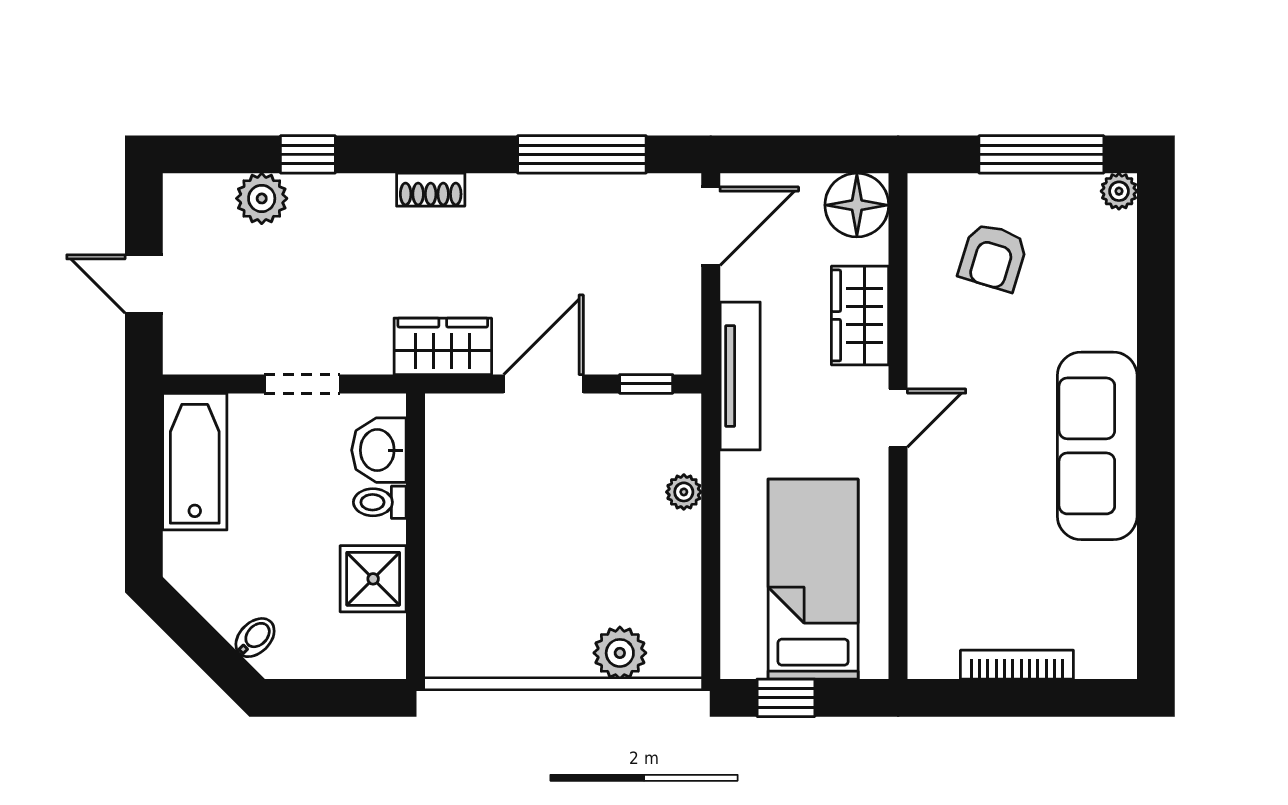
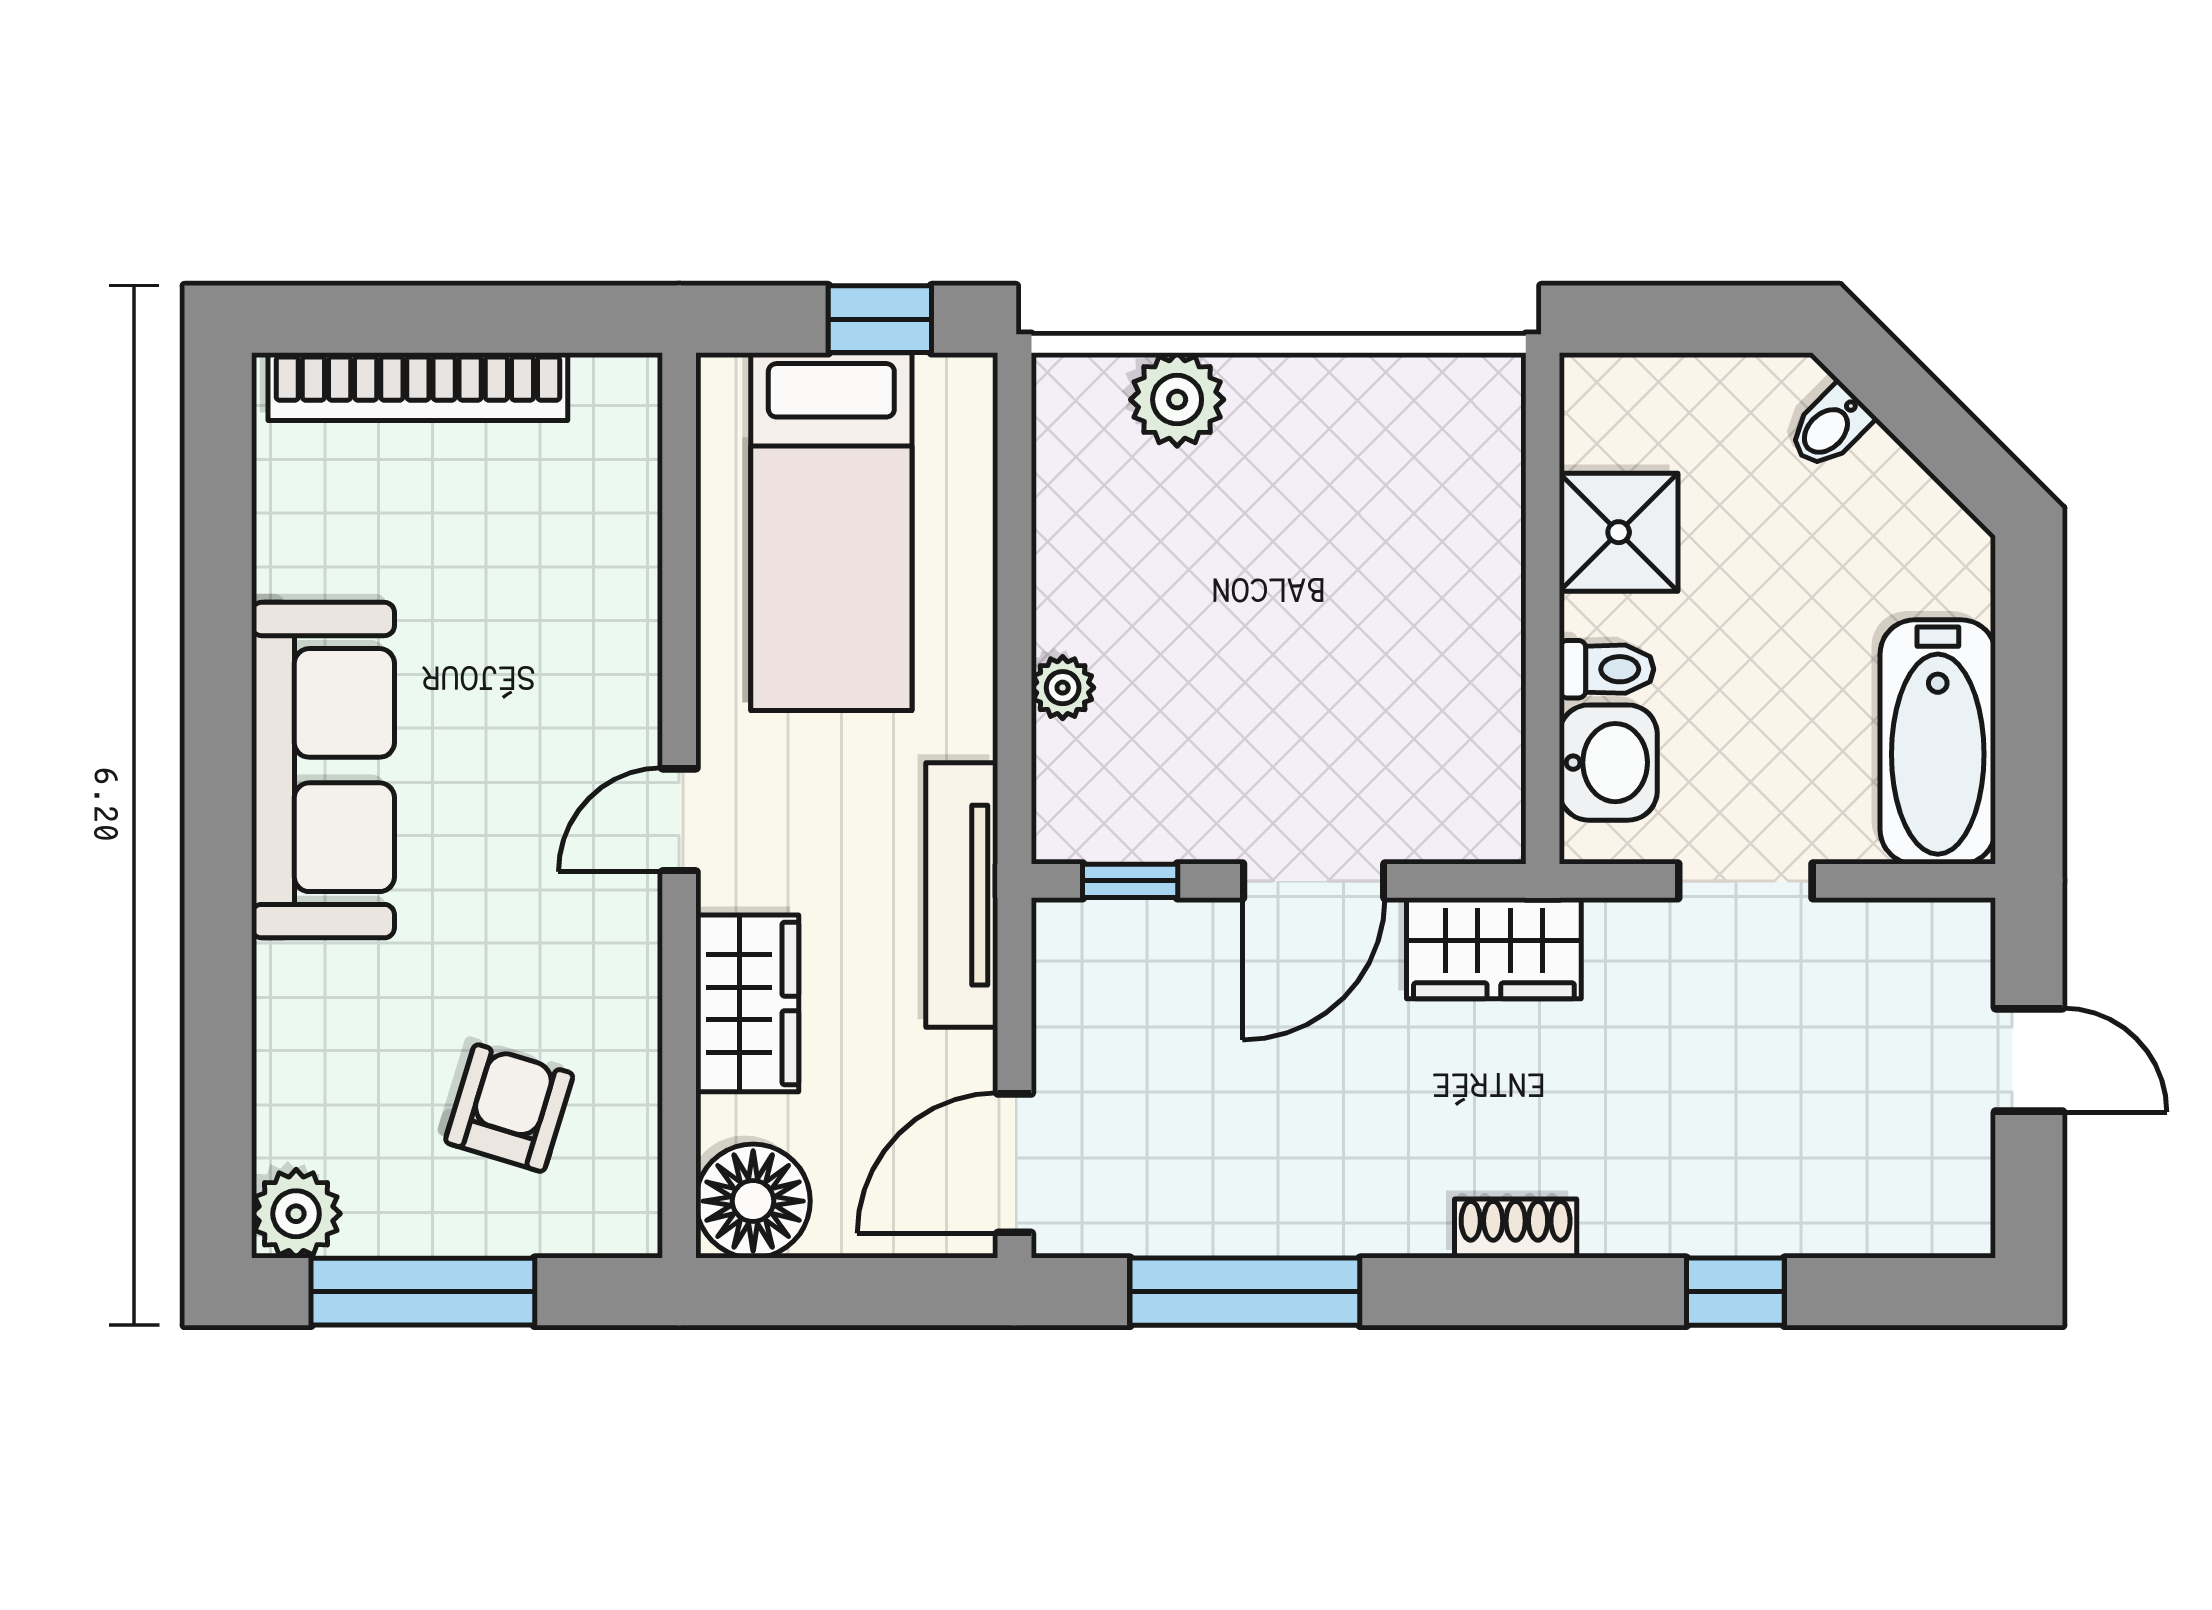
plant: (1119, 191) -> (296, 1214), width x1.38, depth x1.38
plant: (262, 198) -> (1818, 1213), removed
bookcase: (1017, 665) -> (418, 387), width x1.48, depth x1.31

